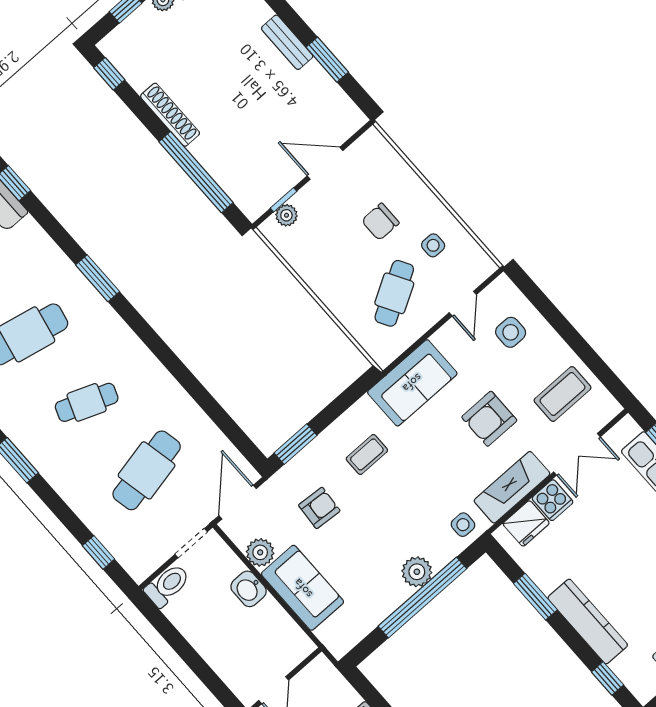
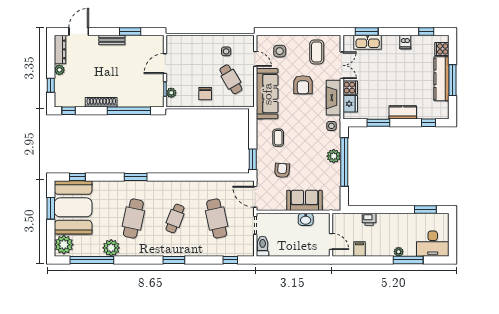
chair: (380, 222) -> (205, 94), moved
sofa: (412, 383) -> (267, 94), width x1.36
plant: (260, 552) -> (279, 204), removed
washbasin: (249, 589) -> (306, 219), moved
kitchen counter: (588, 621) -> (403, 112), width x0.67

